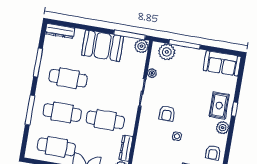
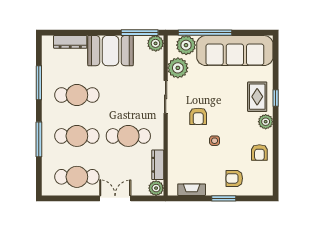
dresser: (60, 31) -> (70, 42), moved
window: (185, 44) -> (205, 33), width x1.46
sofa: (222, 63) -> (235, 51), width x1.85, depth x1.27
plant: (152, 73) -> (178, 68), width x1.87, depth x1.87

